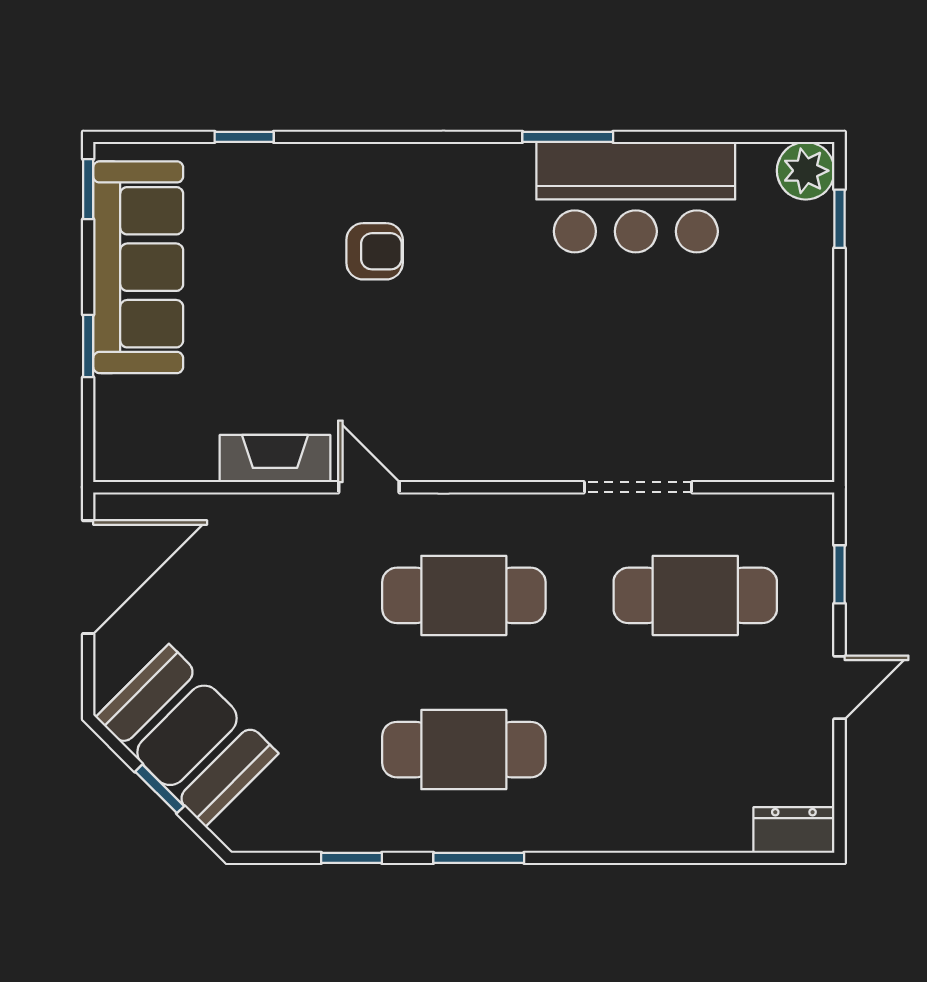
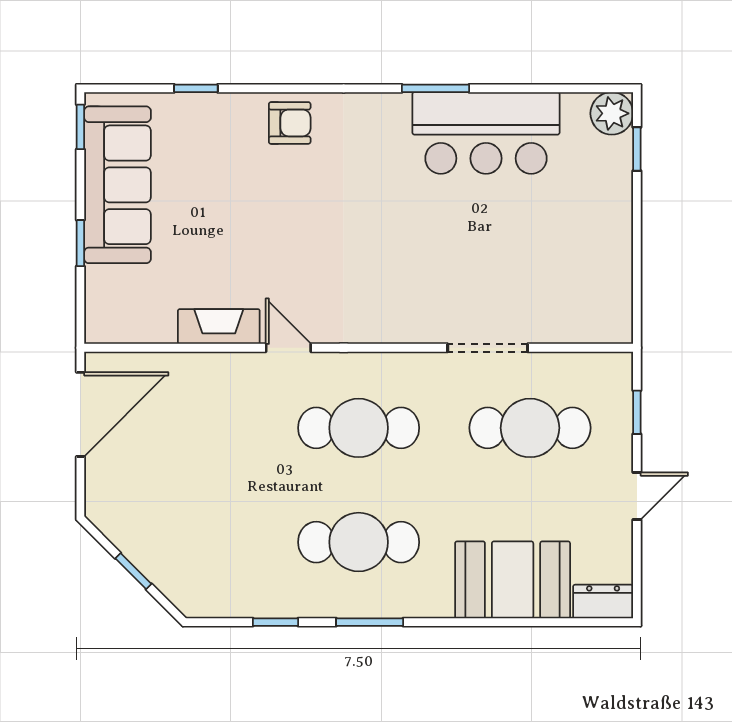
armchair: (375, 251) -> (290, 123), moved
booth: (187, 735) -> (513, 580), moved, turned -45

